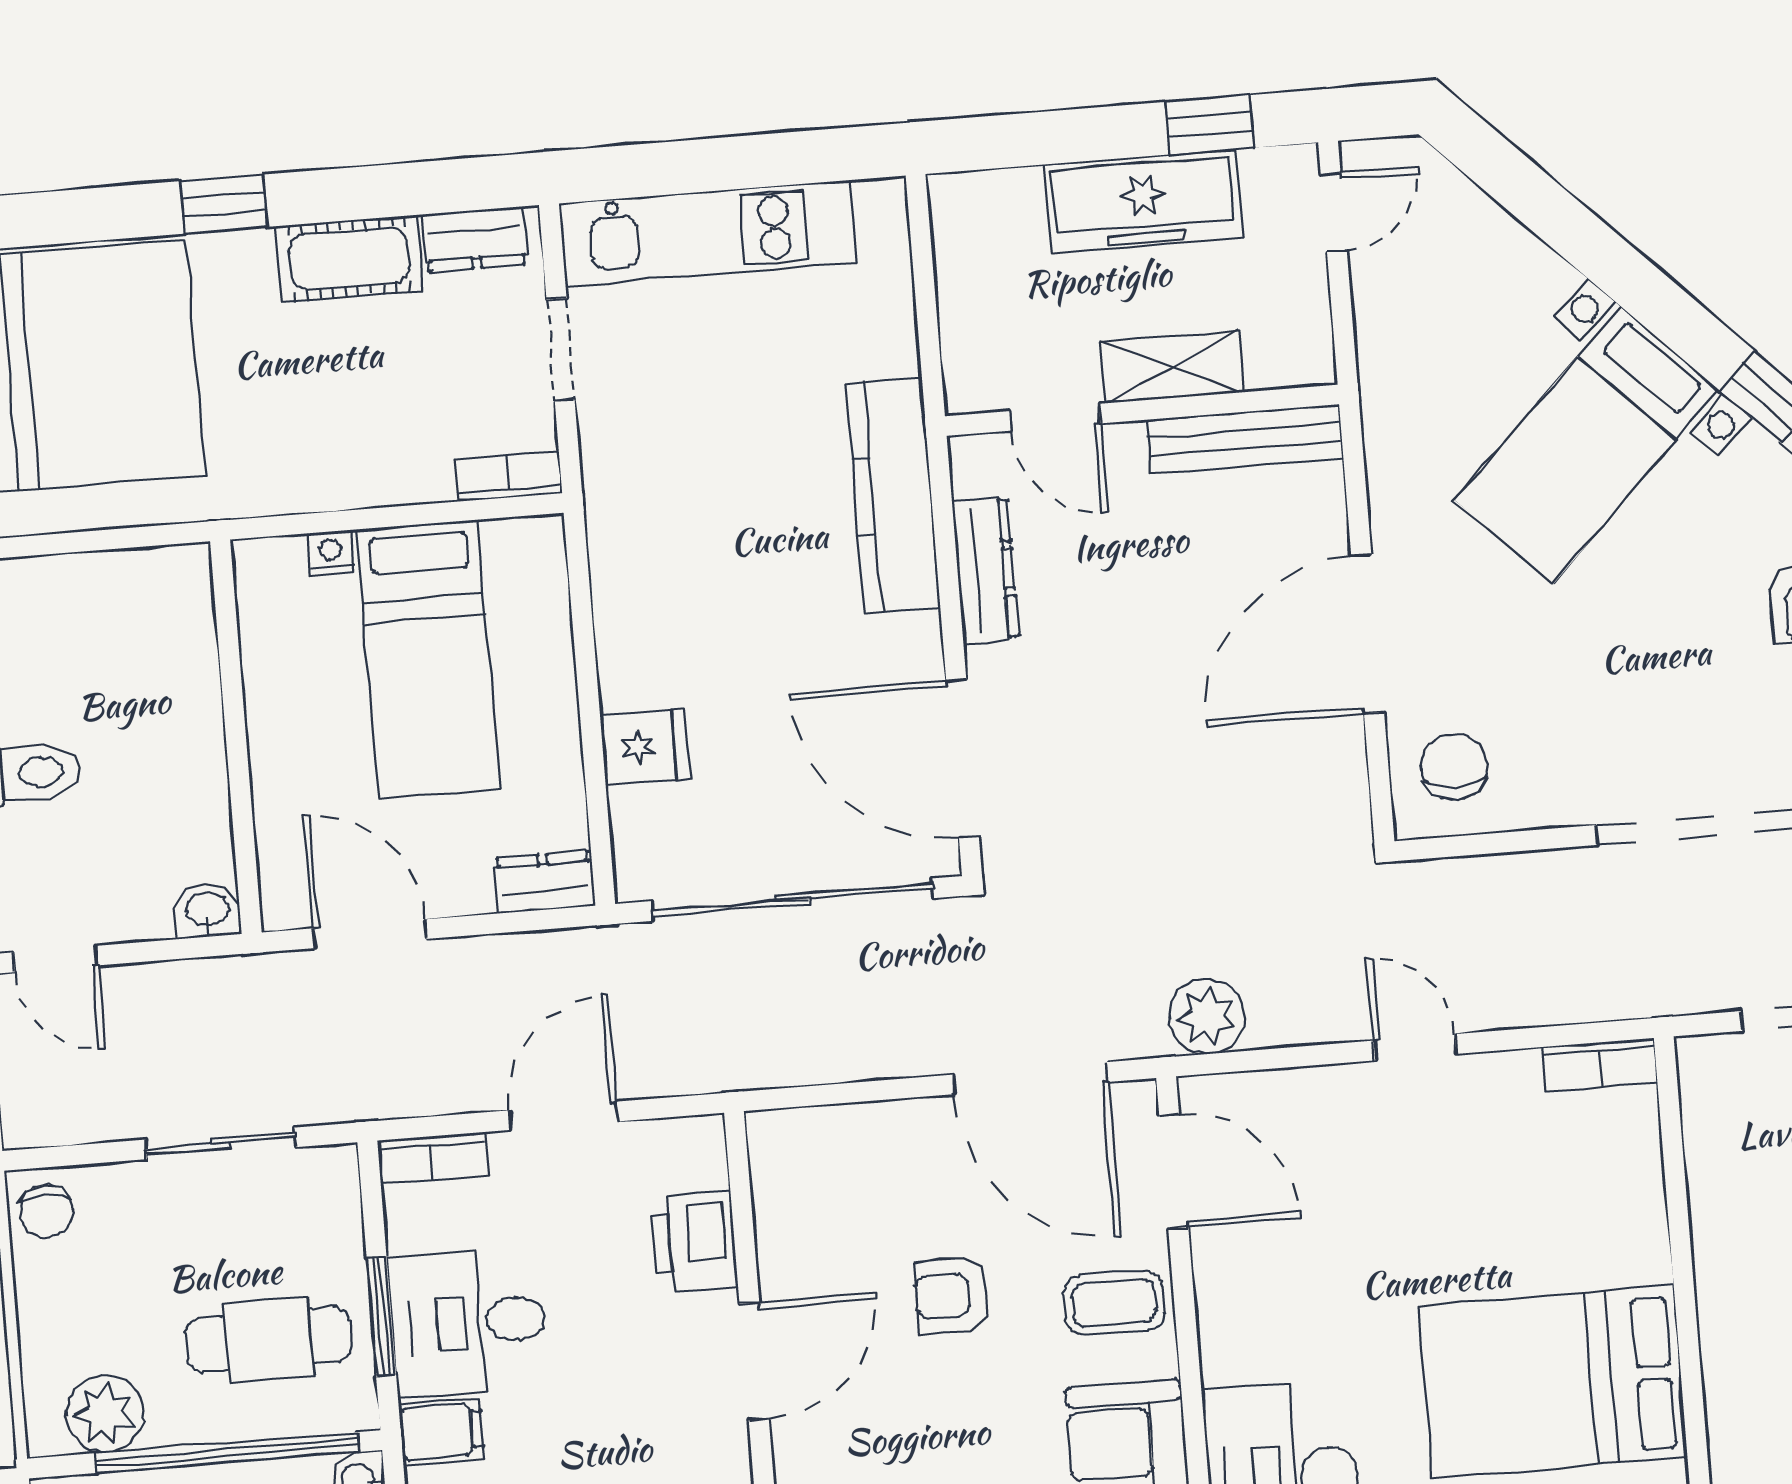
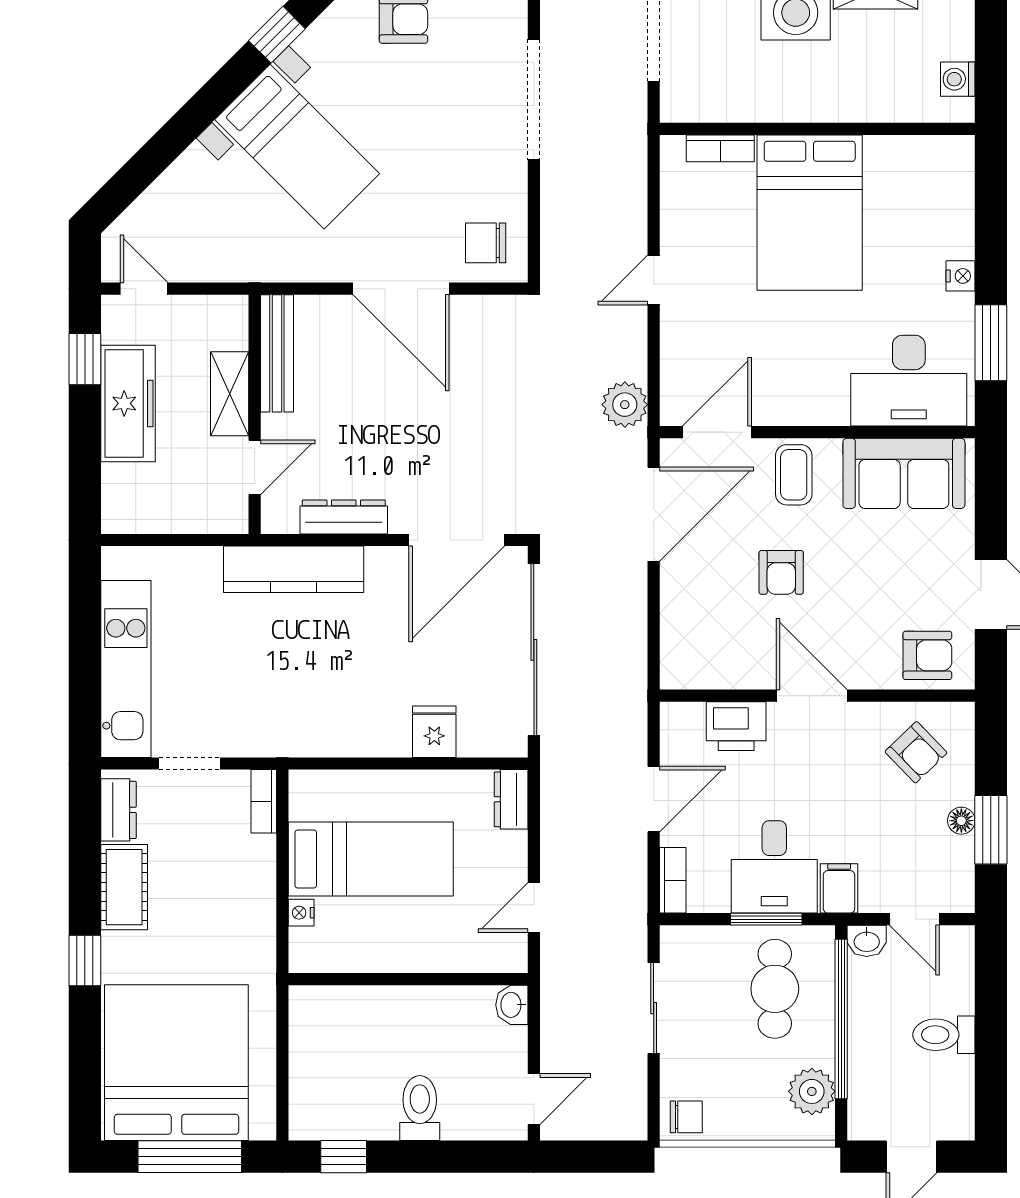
door: (370, 934) -> (534, 908), width x0.73
bookcase: (1600, 1065) -> (720, 148), moved, turned 90
door: (563, 1116) -> (654, 799), swing flipped
bed: (1553, 1382) -> (810, 213), moved

